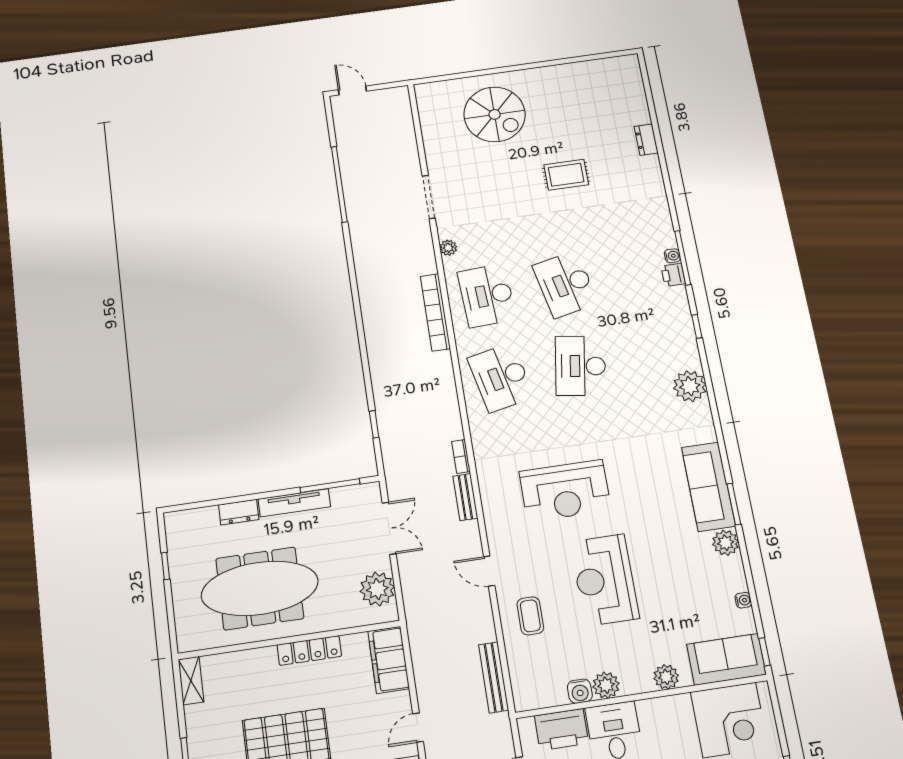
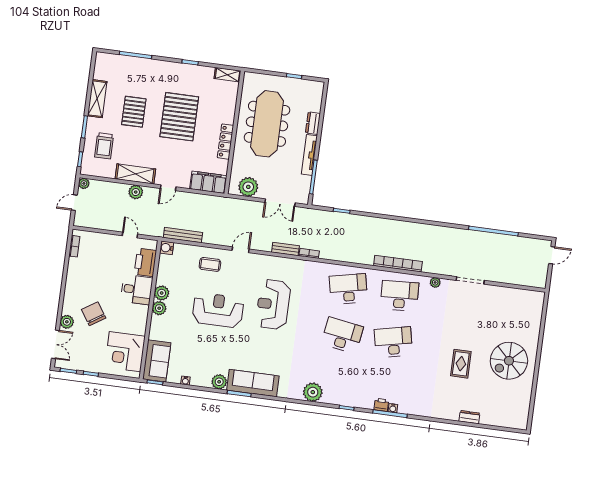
spiral stairs: (495, 114) -> (509, 361), moved
plant: (666, 677) -> (159, 308), moved
water cooler: (580, 691) -> (167, 248), moved
door: (418, 728) -> (168, 188), swing flipped

